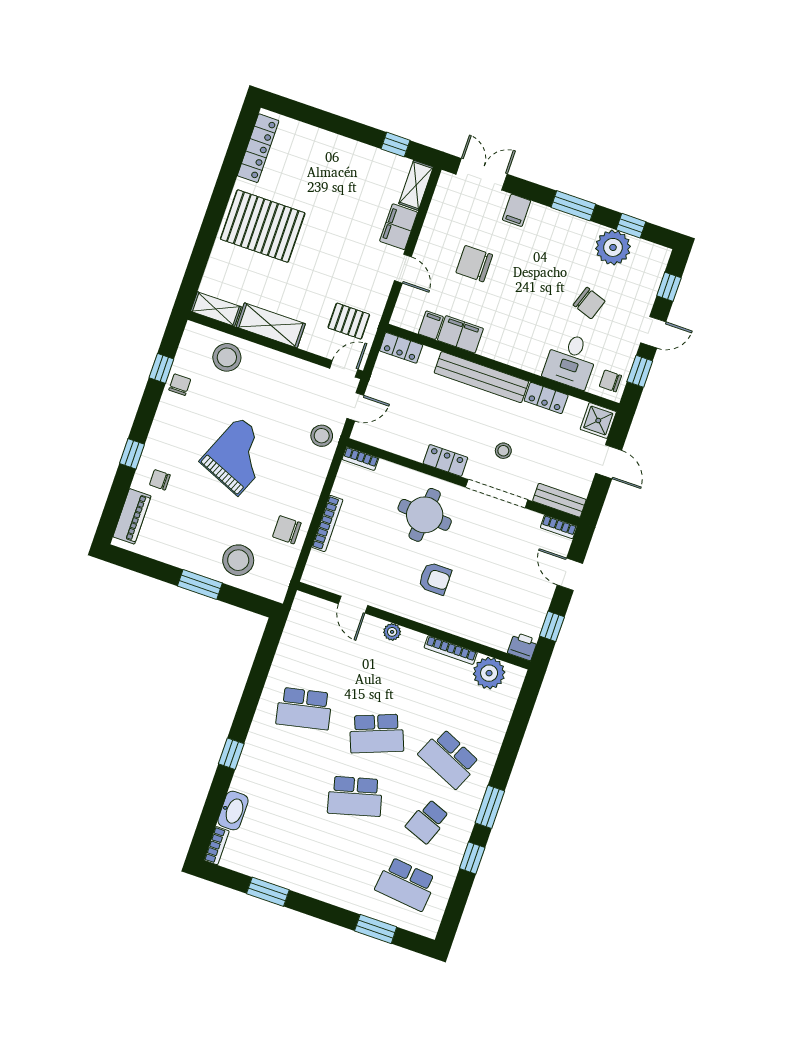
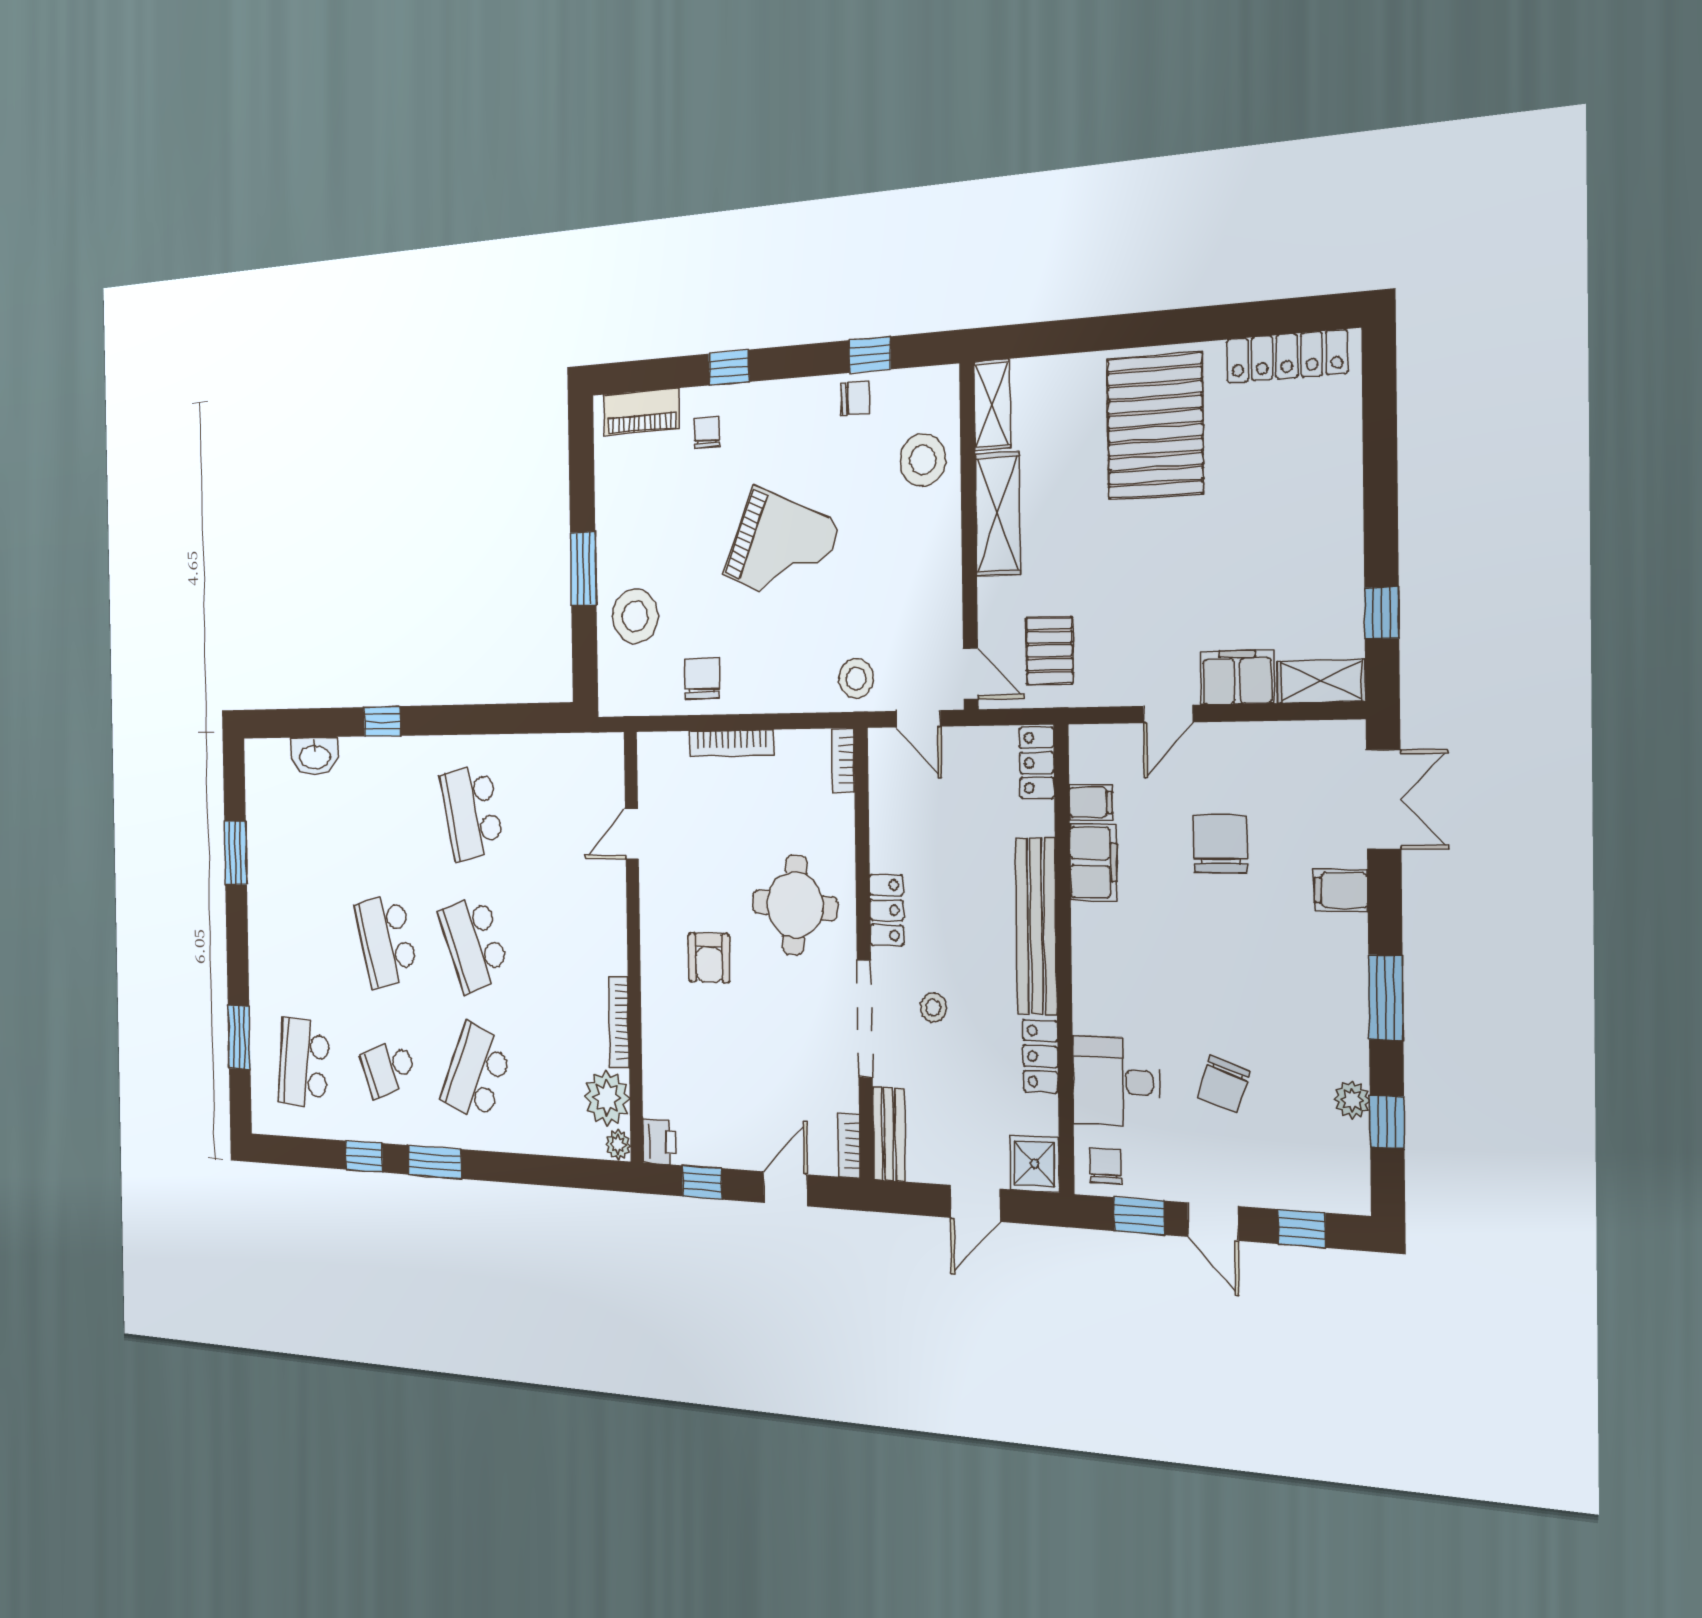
plant: (613, 247) -> (1352, 1100), width x0.53, depth x0.53
plant: (392, 632) -> (618, 1145), moved
school desk: (428, 821) -> (388, 1068), turned -42
bookcase: (217, 846) -> (267, 750), removed

